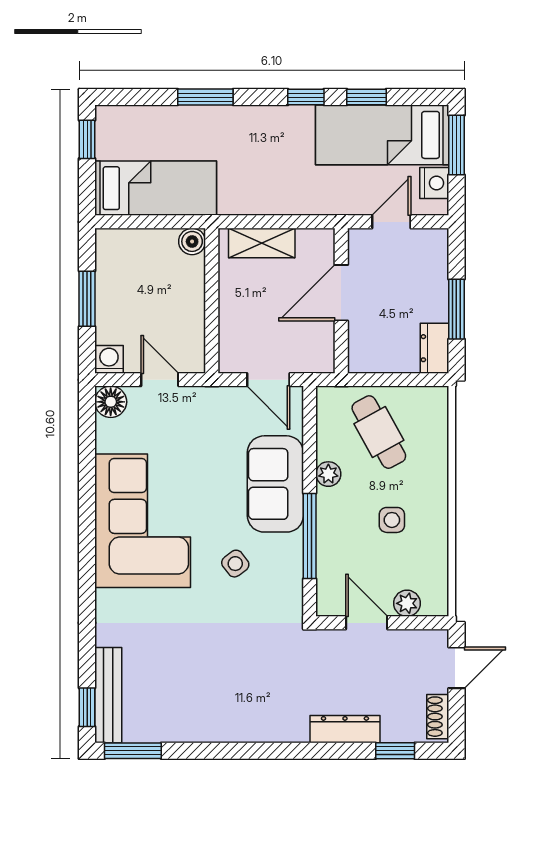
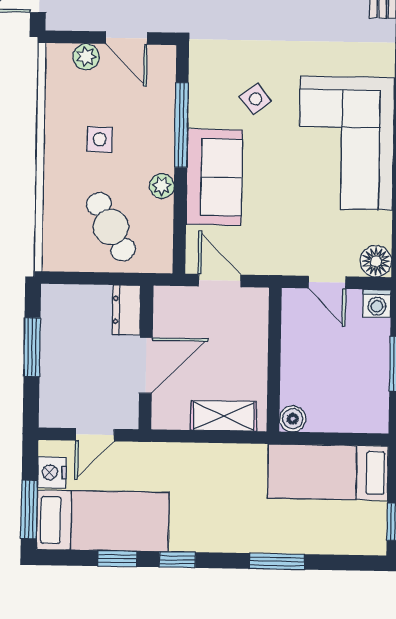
dresser: (434, 348) -> (127, 310), moved, turned 180

